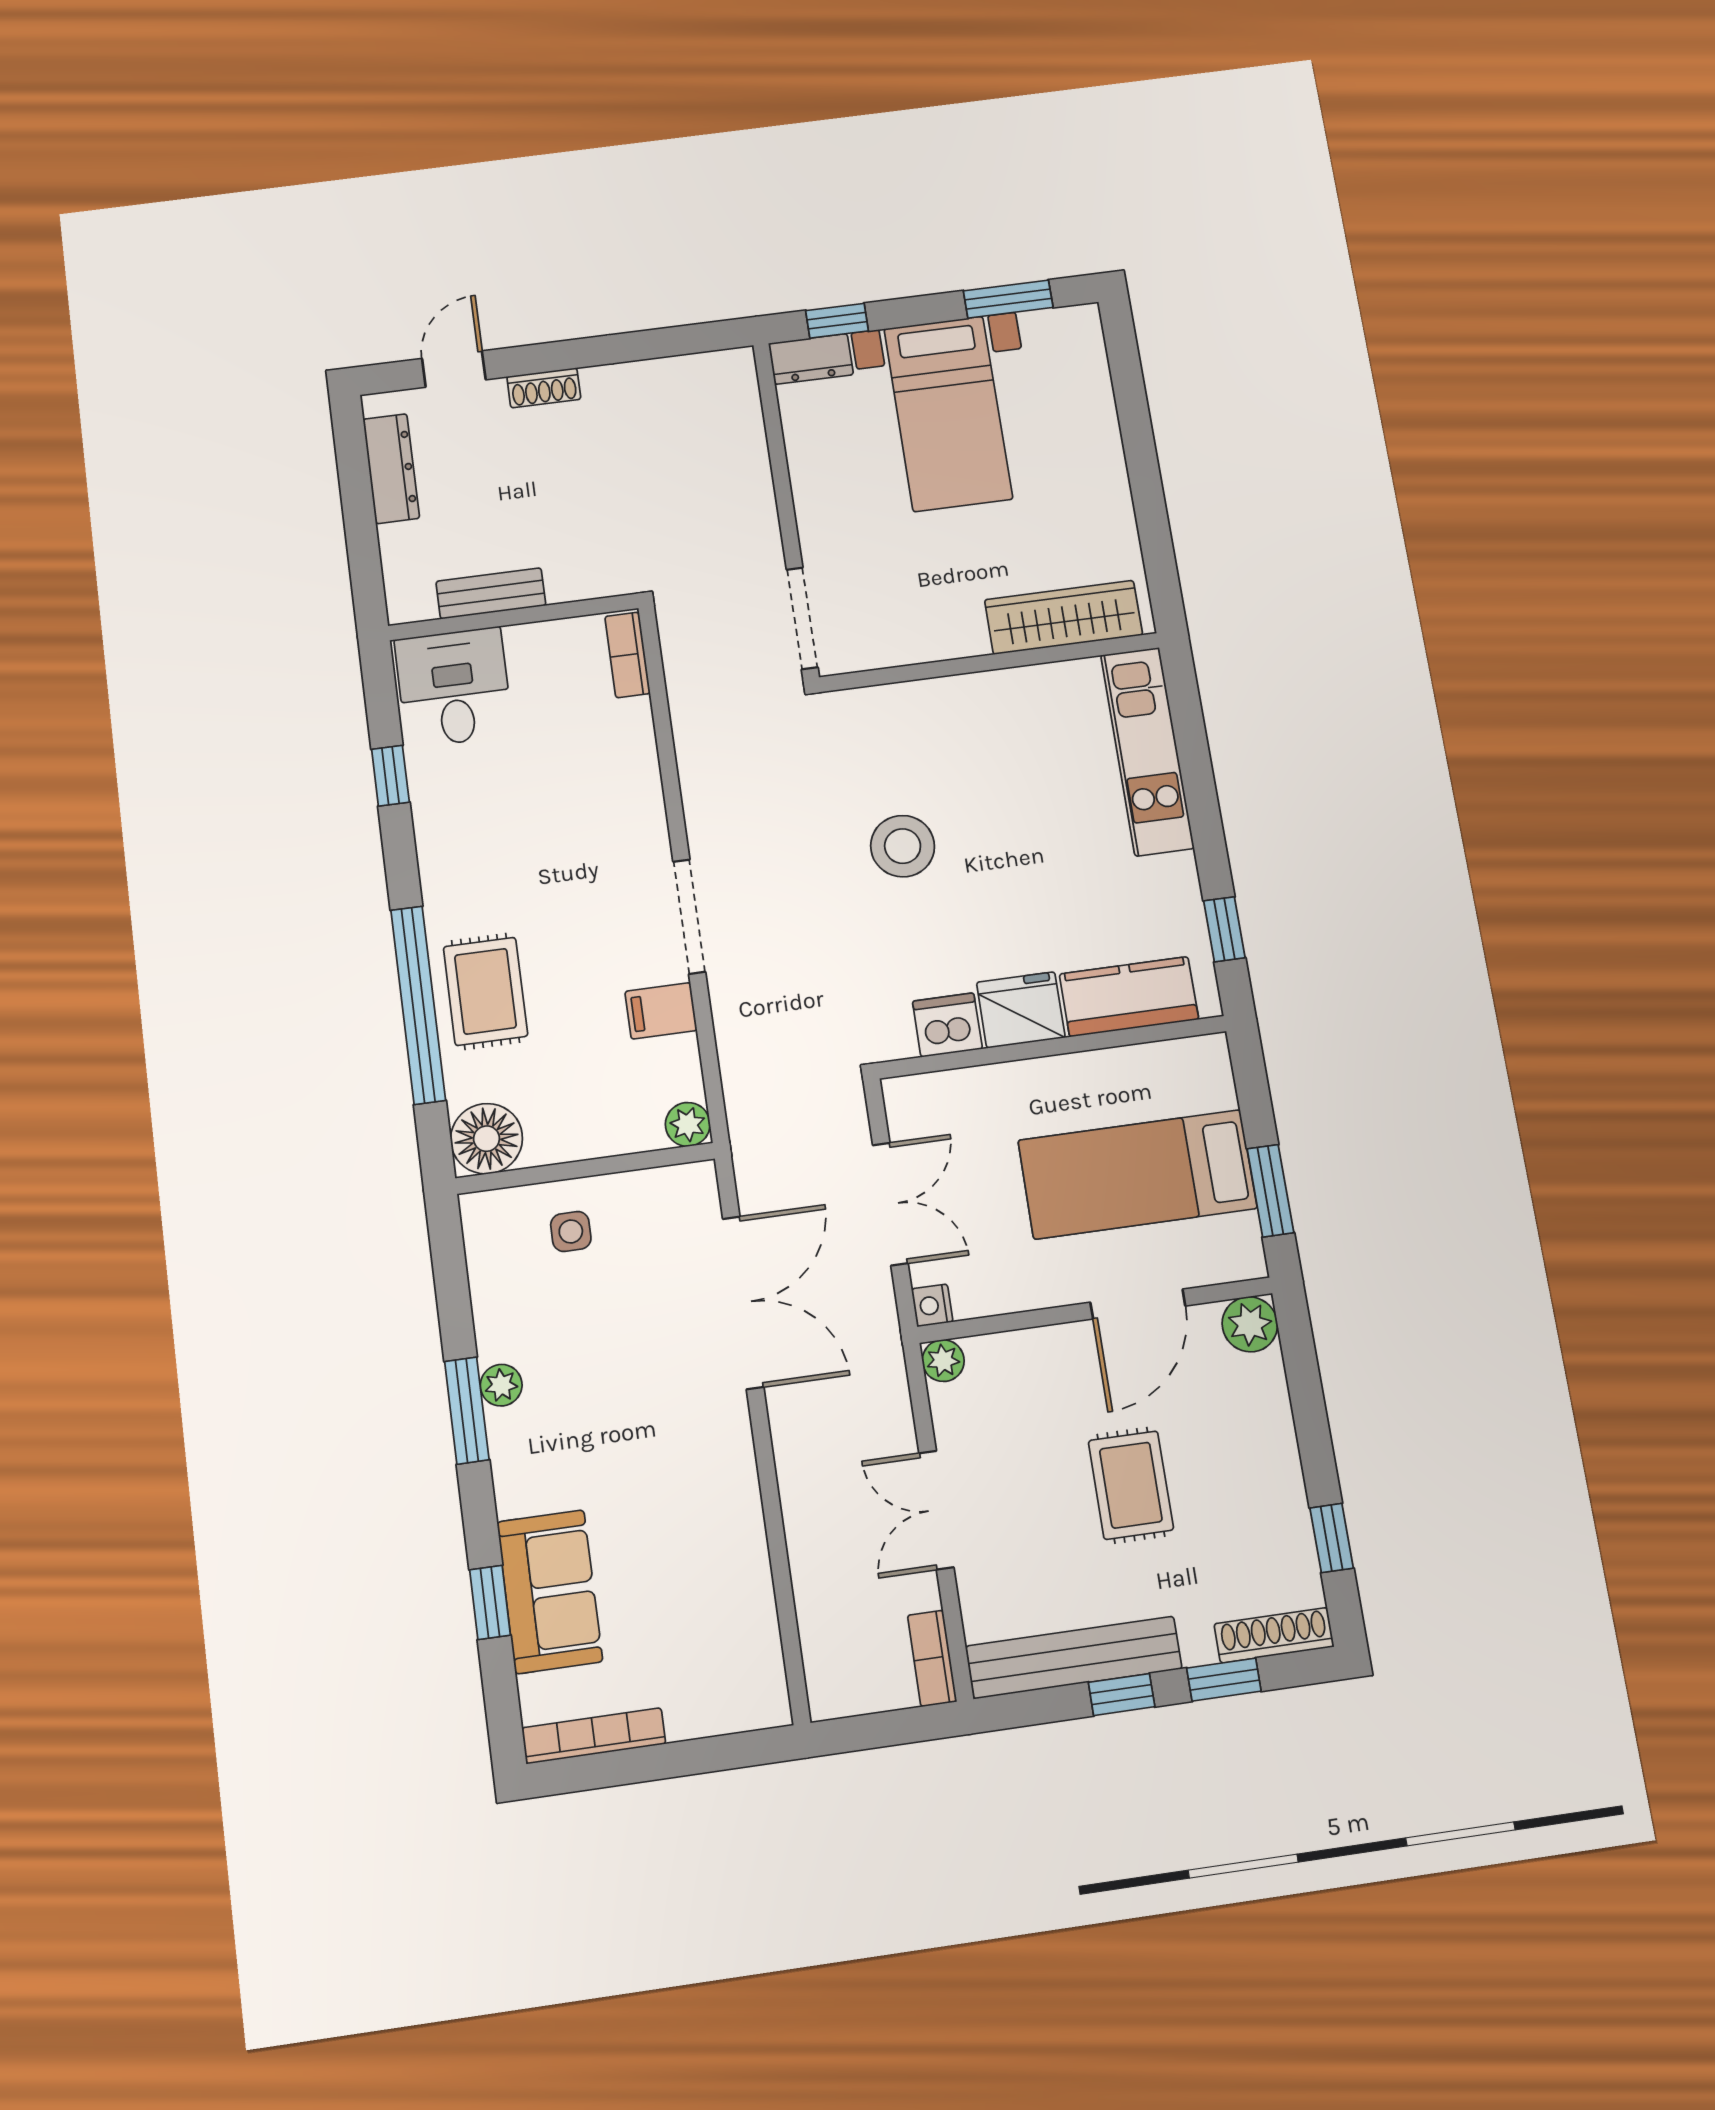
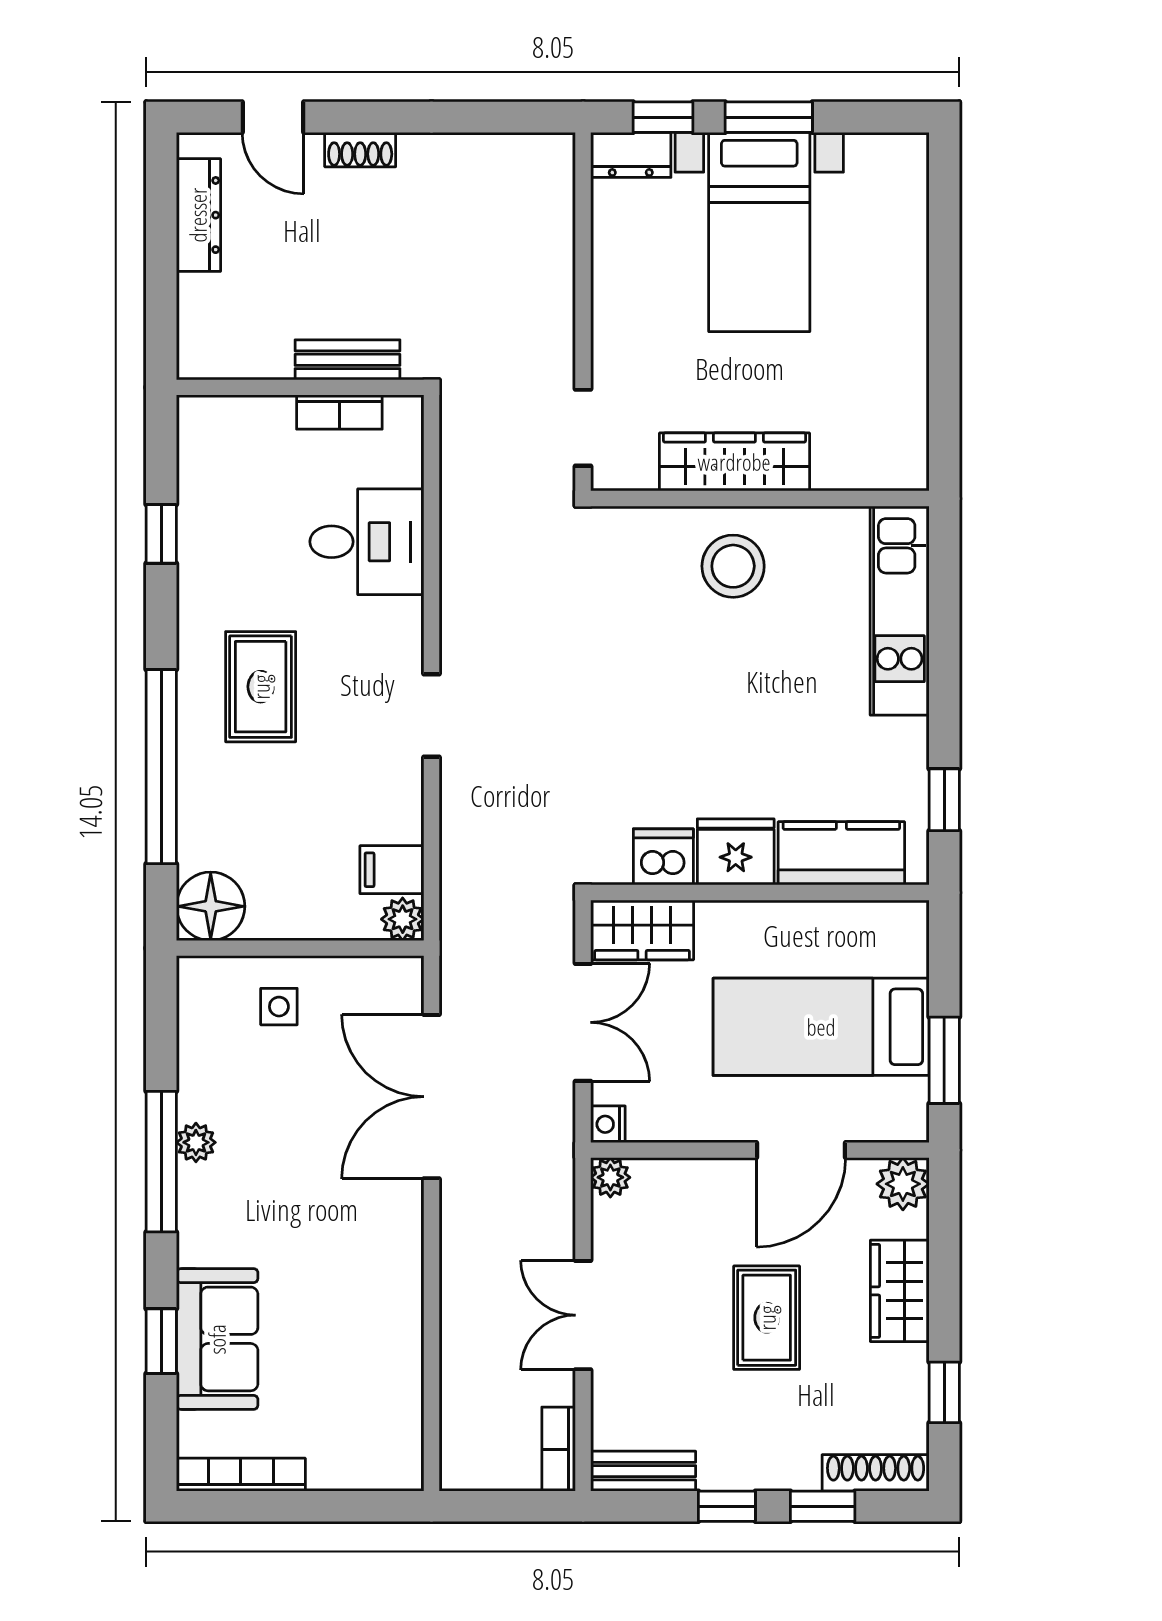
window: (1008, 299) -> (769, 117), moved
door: (454, 369) -> (273, 117), swing flipped
bench: (491, 593) -> (347, 360), moved
wardrobe: (1064, 617) -> (734, 462), moved
doorway: (802, 618) -> (583, 428), width x0.73
bookcase: (627, 655) -> (339, 412), moved, turned -90
desk: (454, 687) -> (367, 542), moved, turned 90
stool: (903, 846) -> (733, 566), moved
doorway: (689, 917) -> (431, 715), width x0.73
rug: (485, 991) -> (261, 687), moved
filing cabinet: (661, 1011) -> (392, 870), moved
wardrobe: (937, 1101) -> (642, 930), added
double door: (743, 1303) -> (431, 1097), swing flipped
window: (467, 1411) -> (161, 1162), width x1.44
wardrobe: (1266, 1437) -> (900, 1291), added
bench: (1074, 1658) -> (643, 1471), width x0.54, depth x0.82

